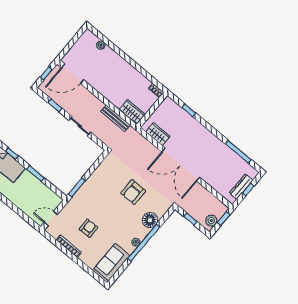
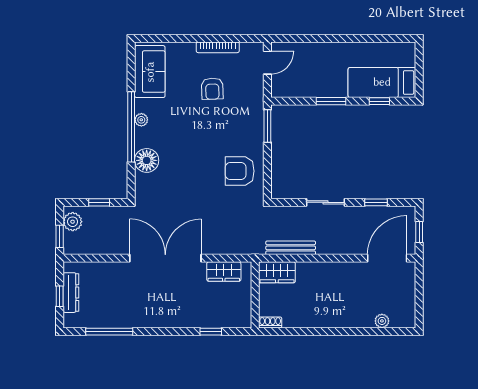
armchair: (133, 192) -> (240, 171), moved, turned -90

